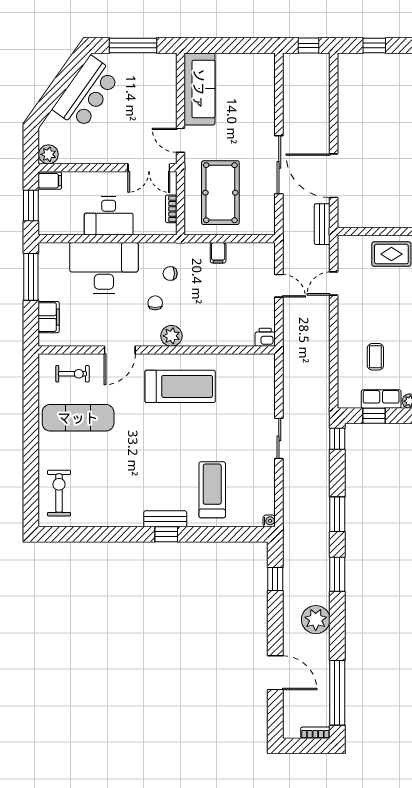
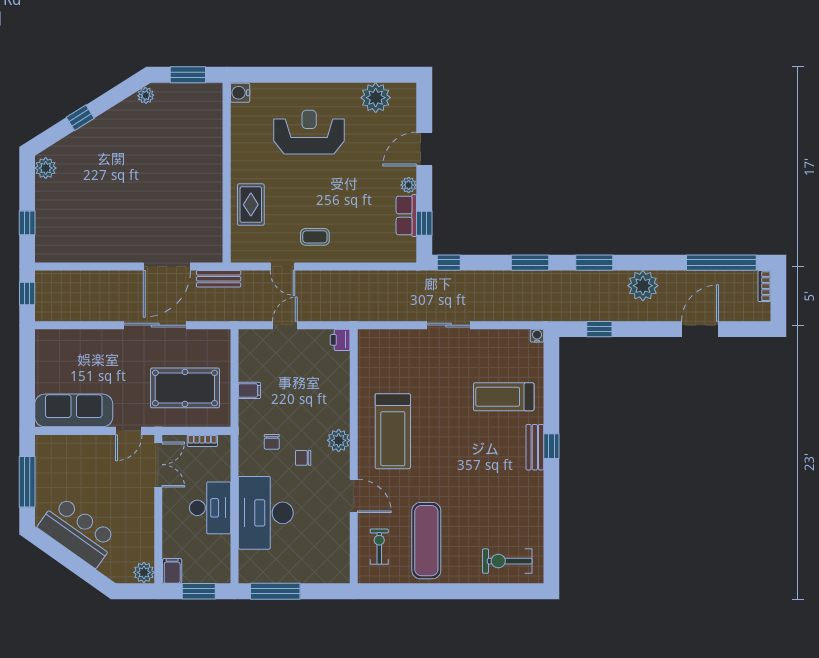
filing cabinet: (49, 317) -> (318, 572), removed
coffee table: (375, 357) -> (315, 237), moved
treadmill: (180, 386) -> (393, 431), turned 180

